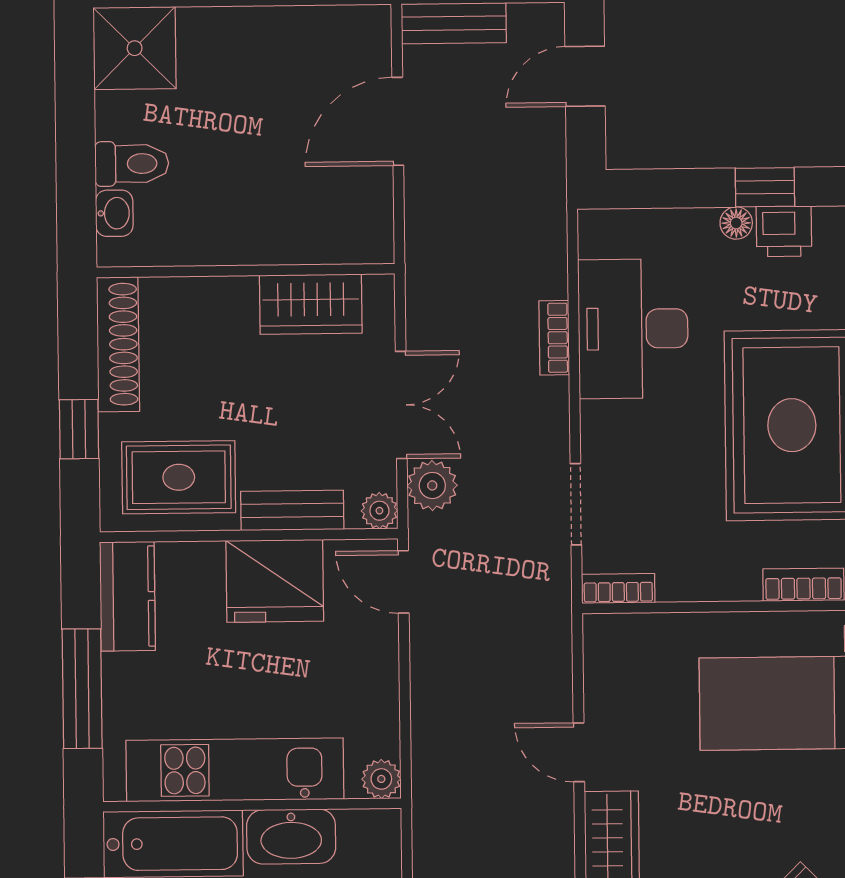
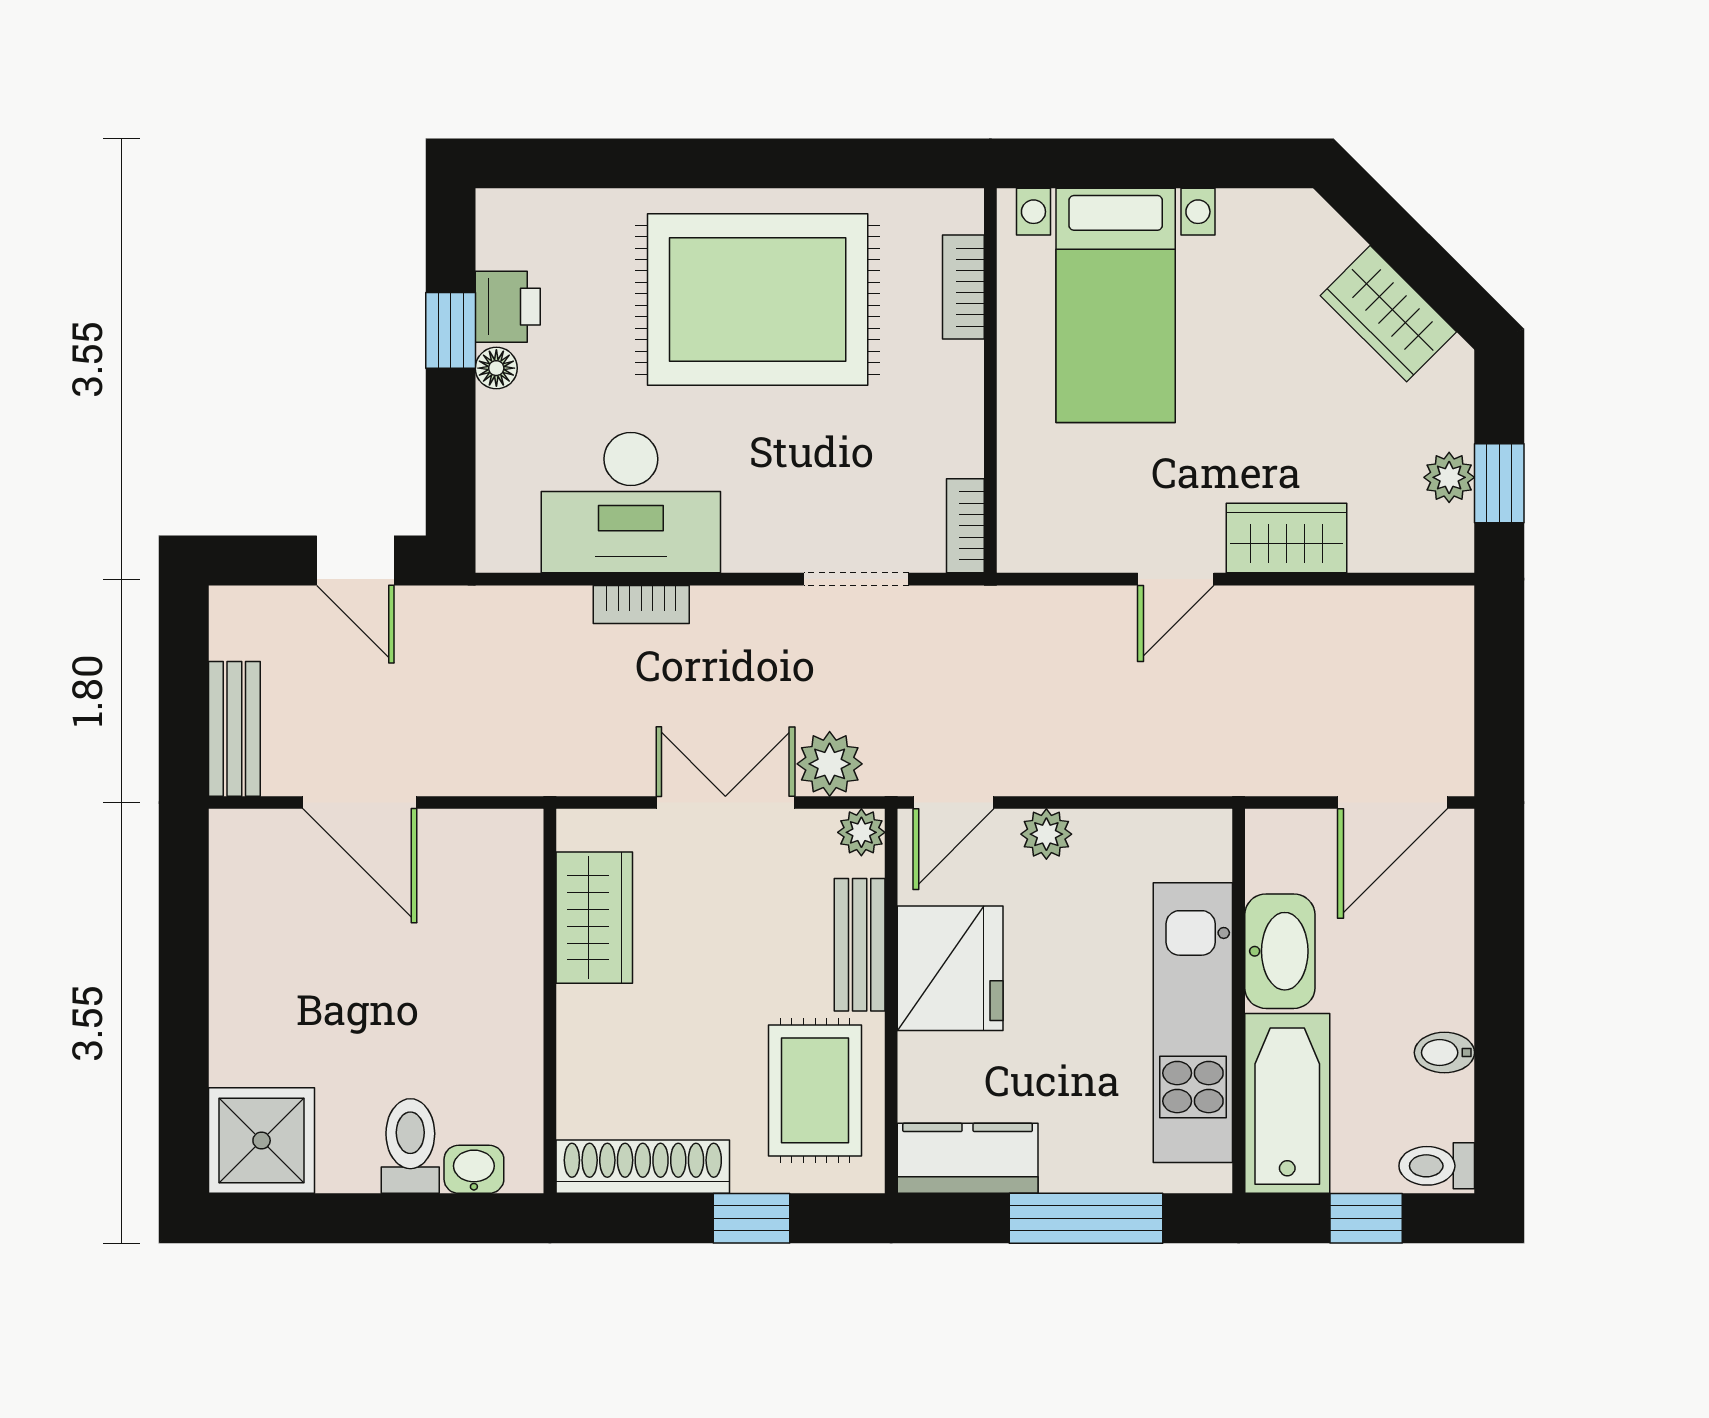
door: (585, 76) -> (355, 561), moved
plant: (381, 779) -> (1046, 834), moved

